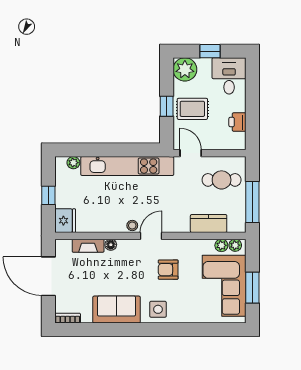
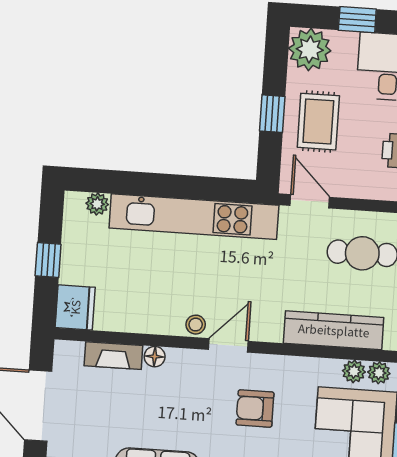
rug: (192, 109) -> (318, 122), turned 90
kitchen counter: (209, 223) -> (334, 330), width x1.50

